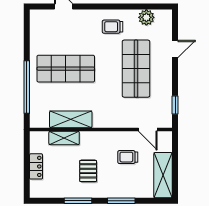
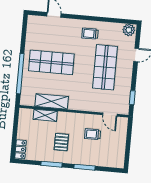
plant: (146, 17) -> (129, 30), moved
locker: (36, 166) -> (21, 149), moved
shelving: (163, 175) -> (118, 151), removed

